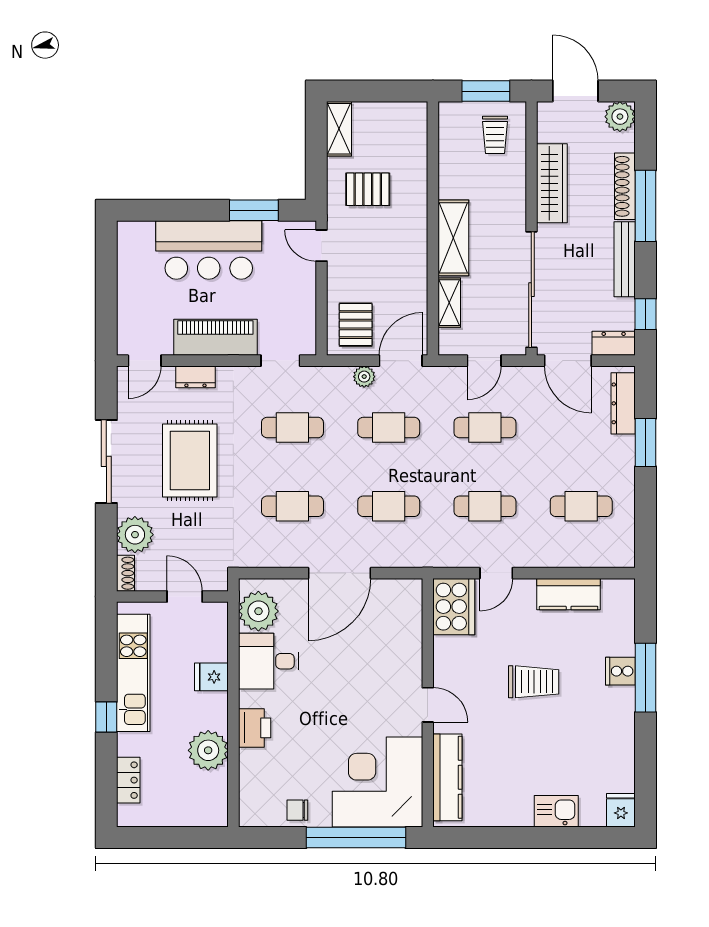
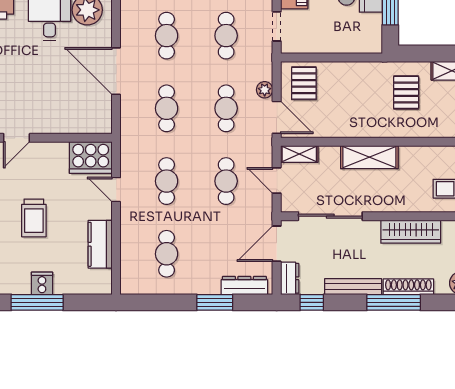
door: (321, 246) -> (364, 57), removed
sliding door: (531, 290) -> (330, 216), width x0.73
shelving: (449, 303) -> (299, 154), moved
pallet: (356, 325) -> (304, 83), turned 90

